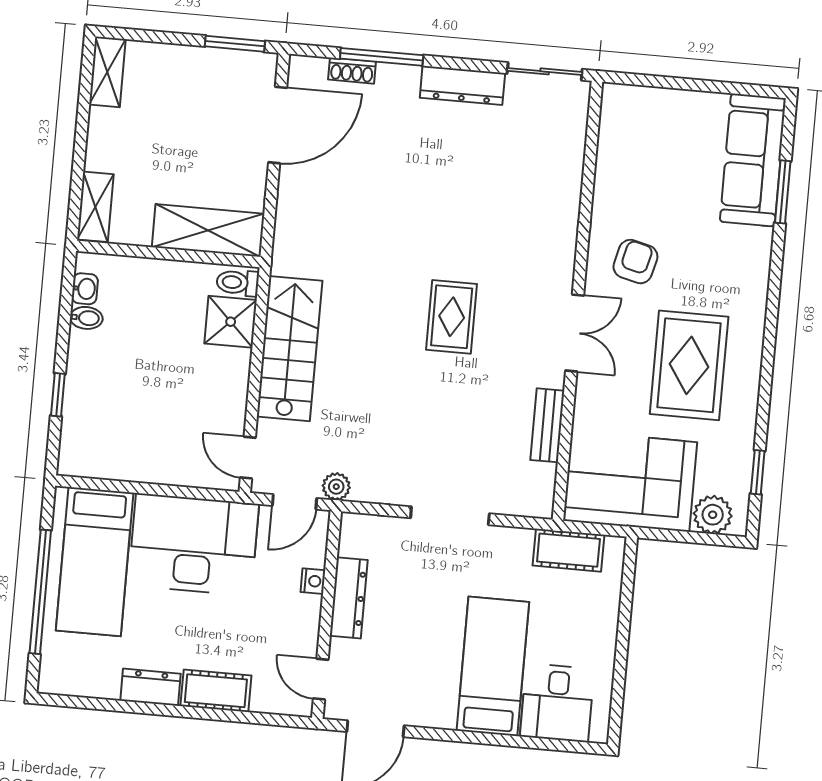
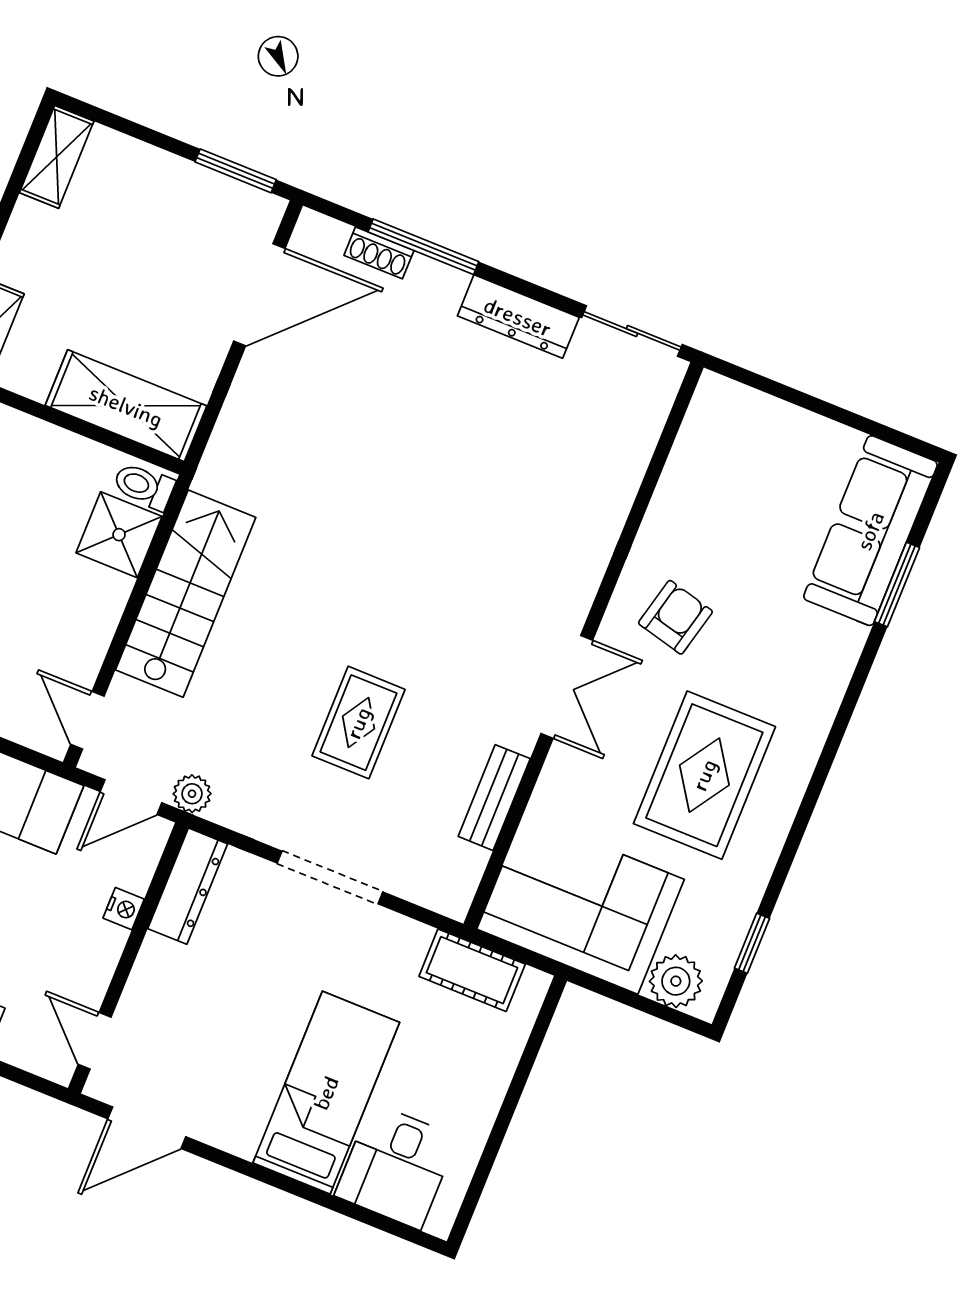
rug: (452, 317) -> (358, 723), moved
dresser: (349, 598) -> (188, 886), moved

